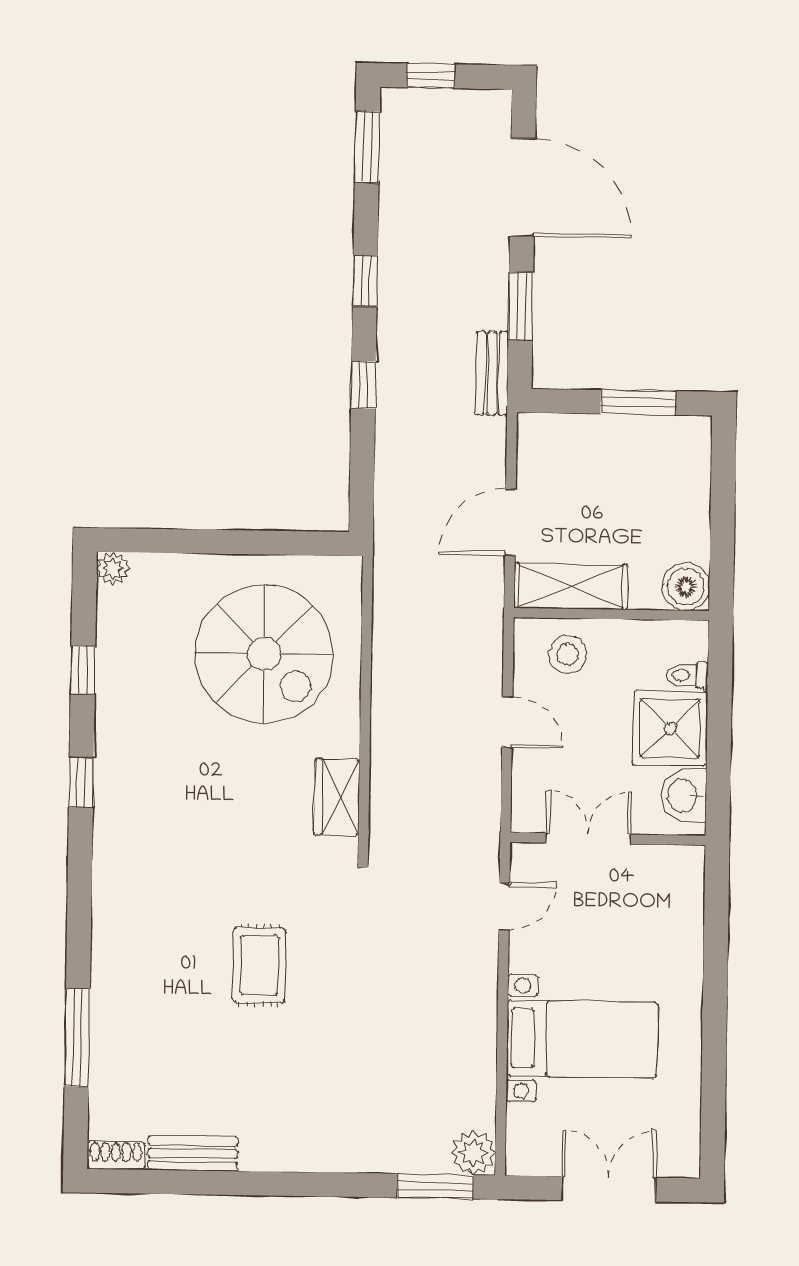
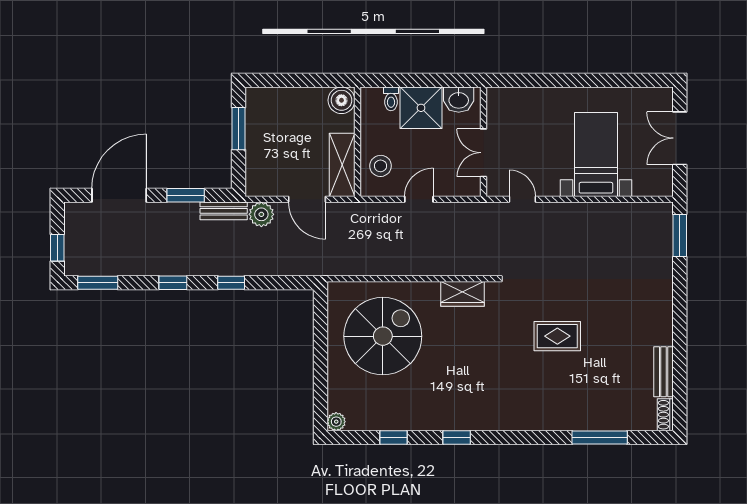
plant: (473, 1153) -> (261, 214), moved

